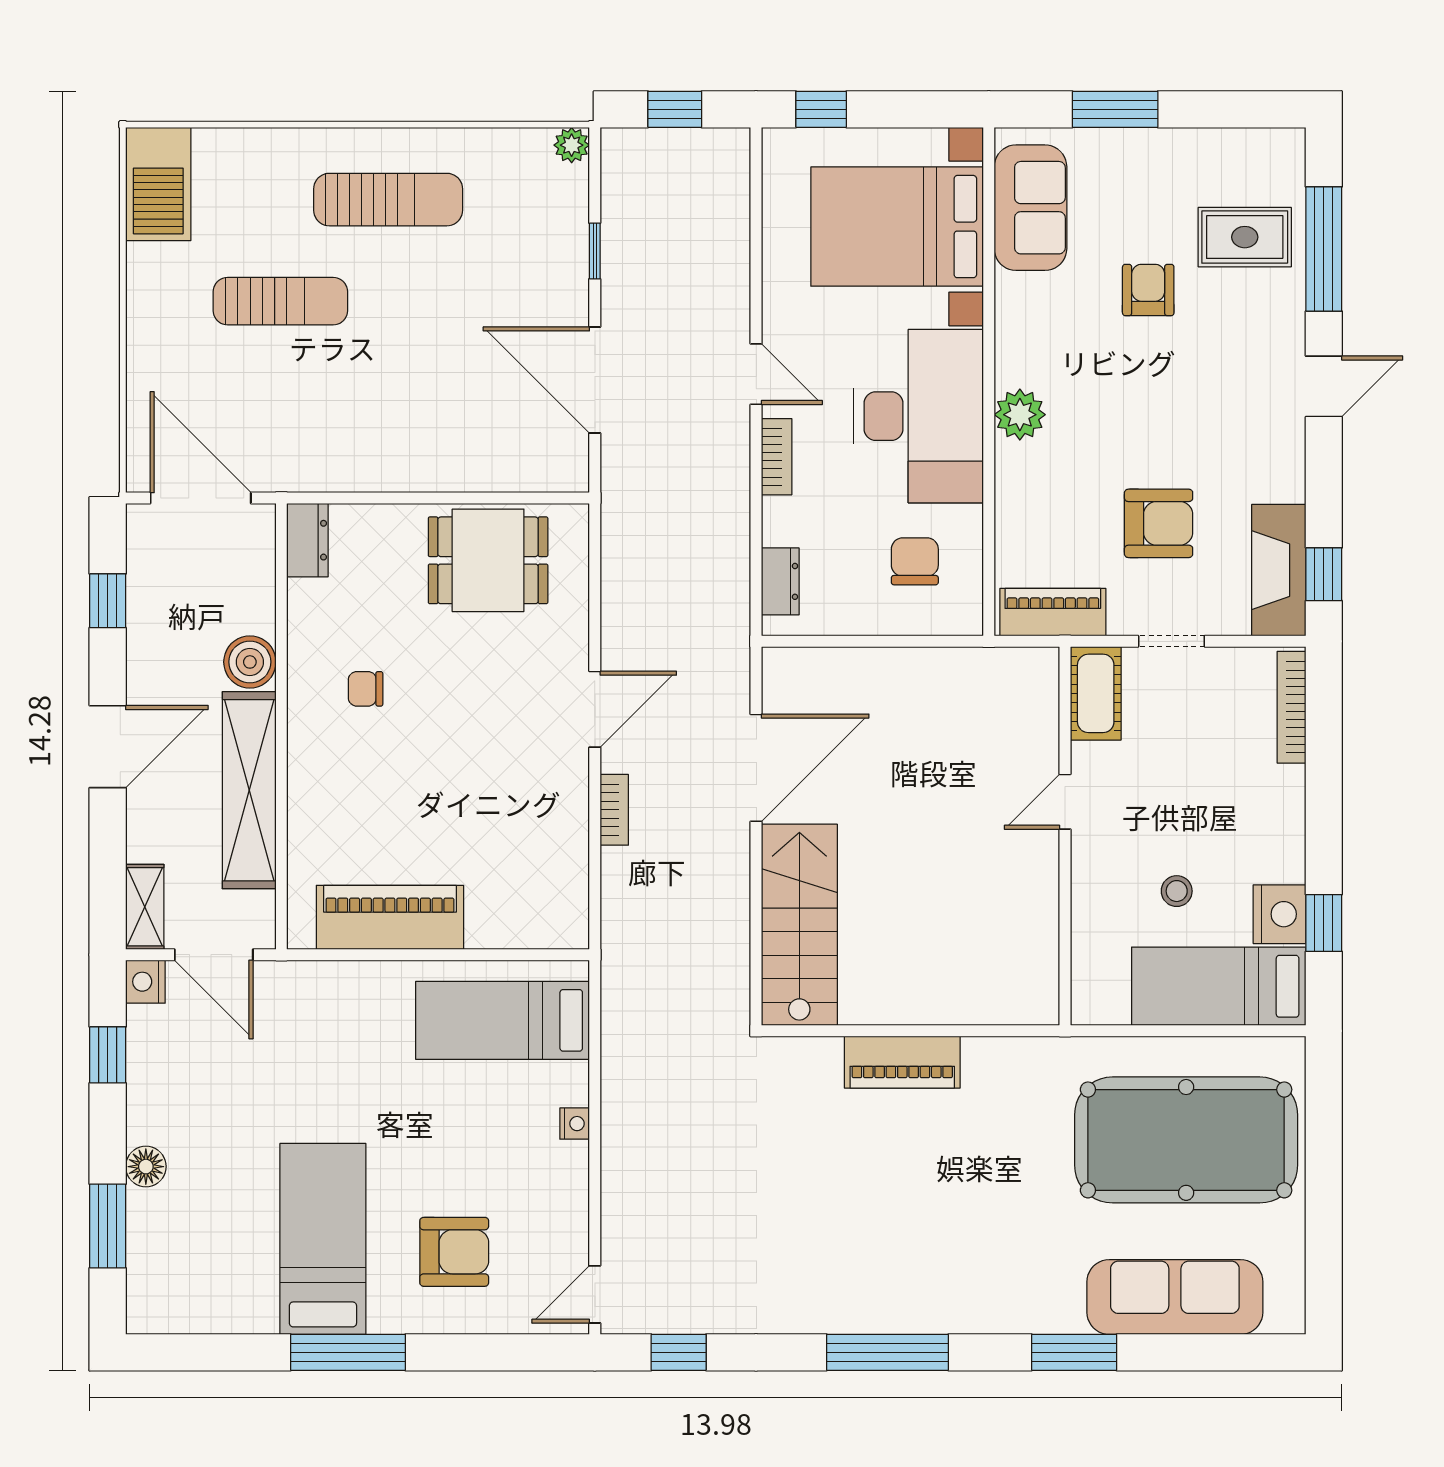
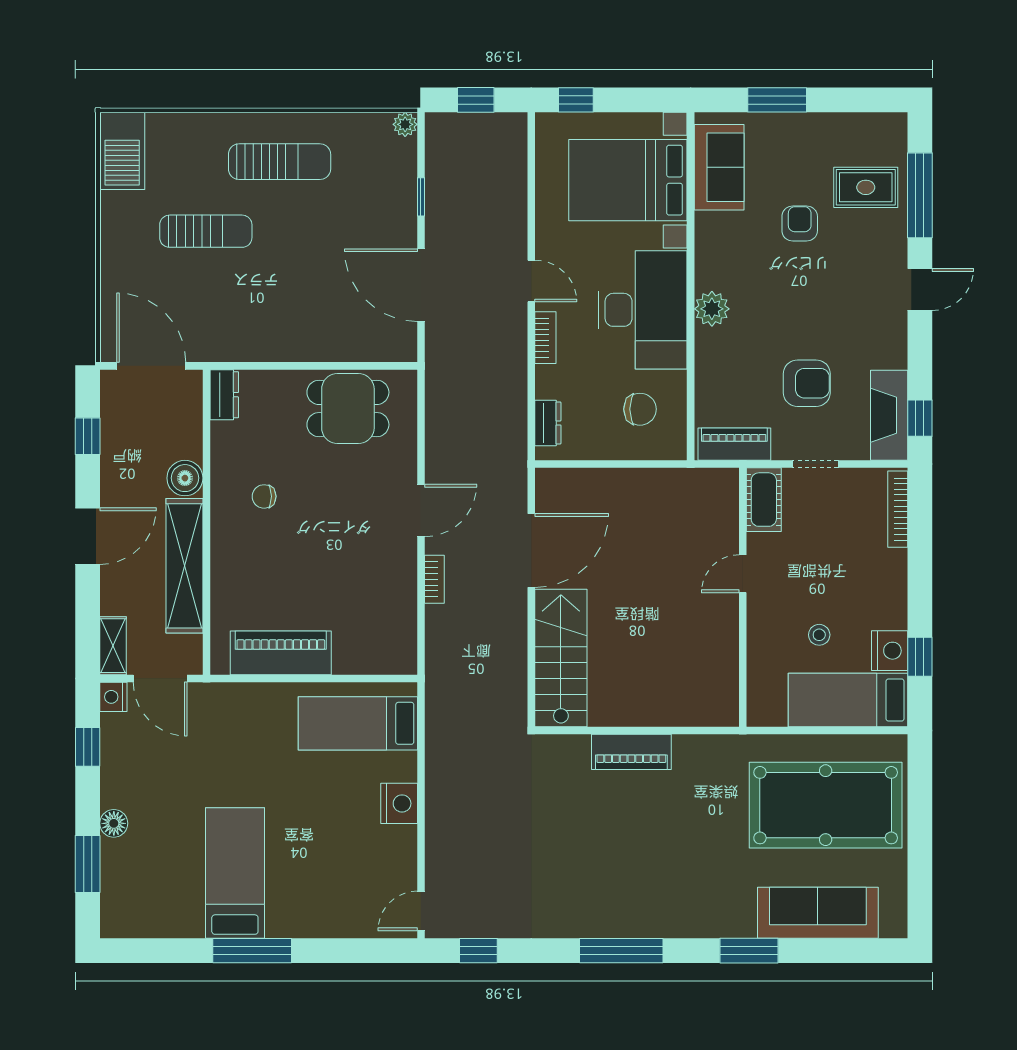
chair: (915, 561) -> (640, 409), turned 90
nightstand: (575, 1124) -> (399, 803), width x1.89, depth x1.79
armchair: (454, 1252) -> (325, 882), removed

